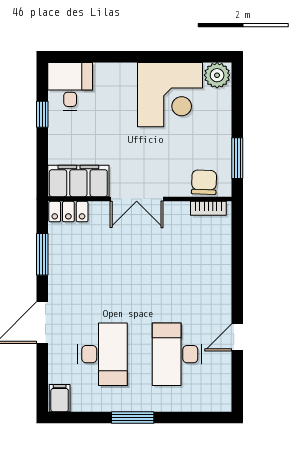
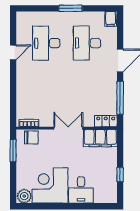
desk: (70, 86) -> (81, 190), moved
chair: (204, 182) -> (31, 137), turned -92
window: (42, 254) -> (120, 98), width x1.44
desk: (177, 354) -> (46, 43), turned 180

